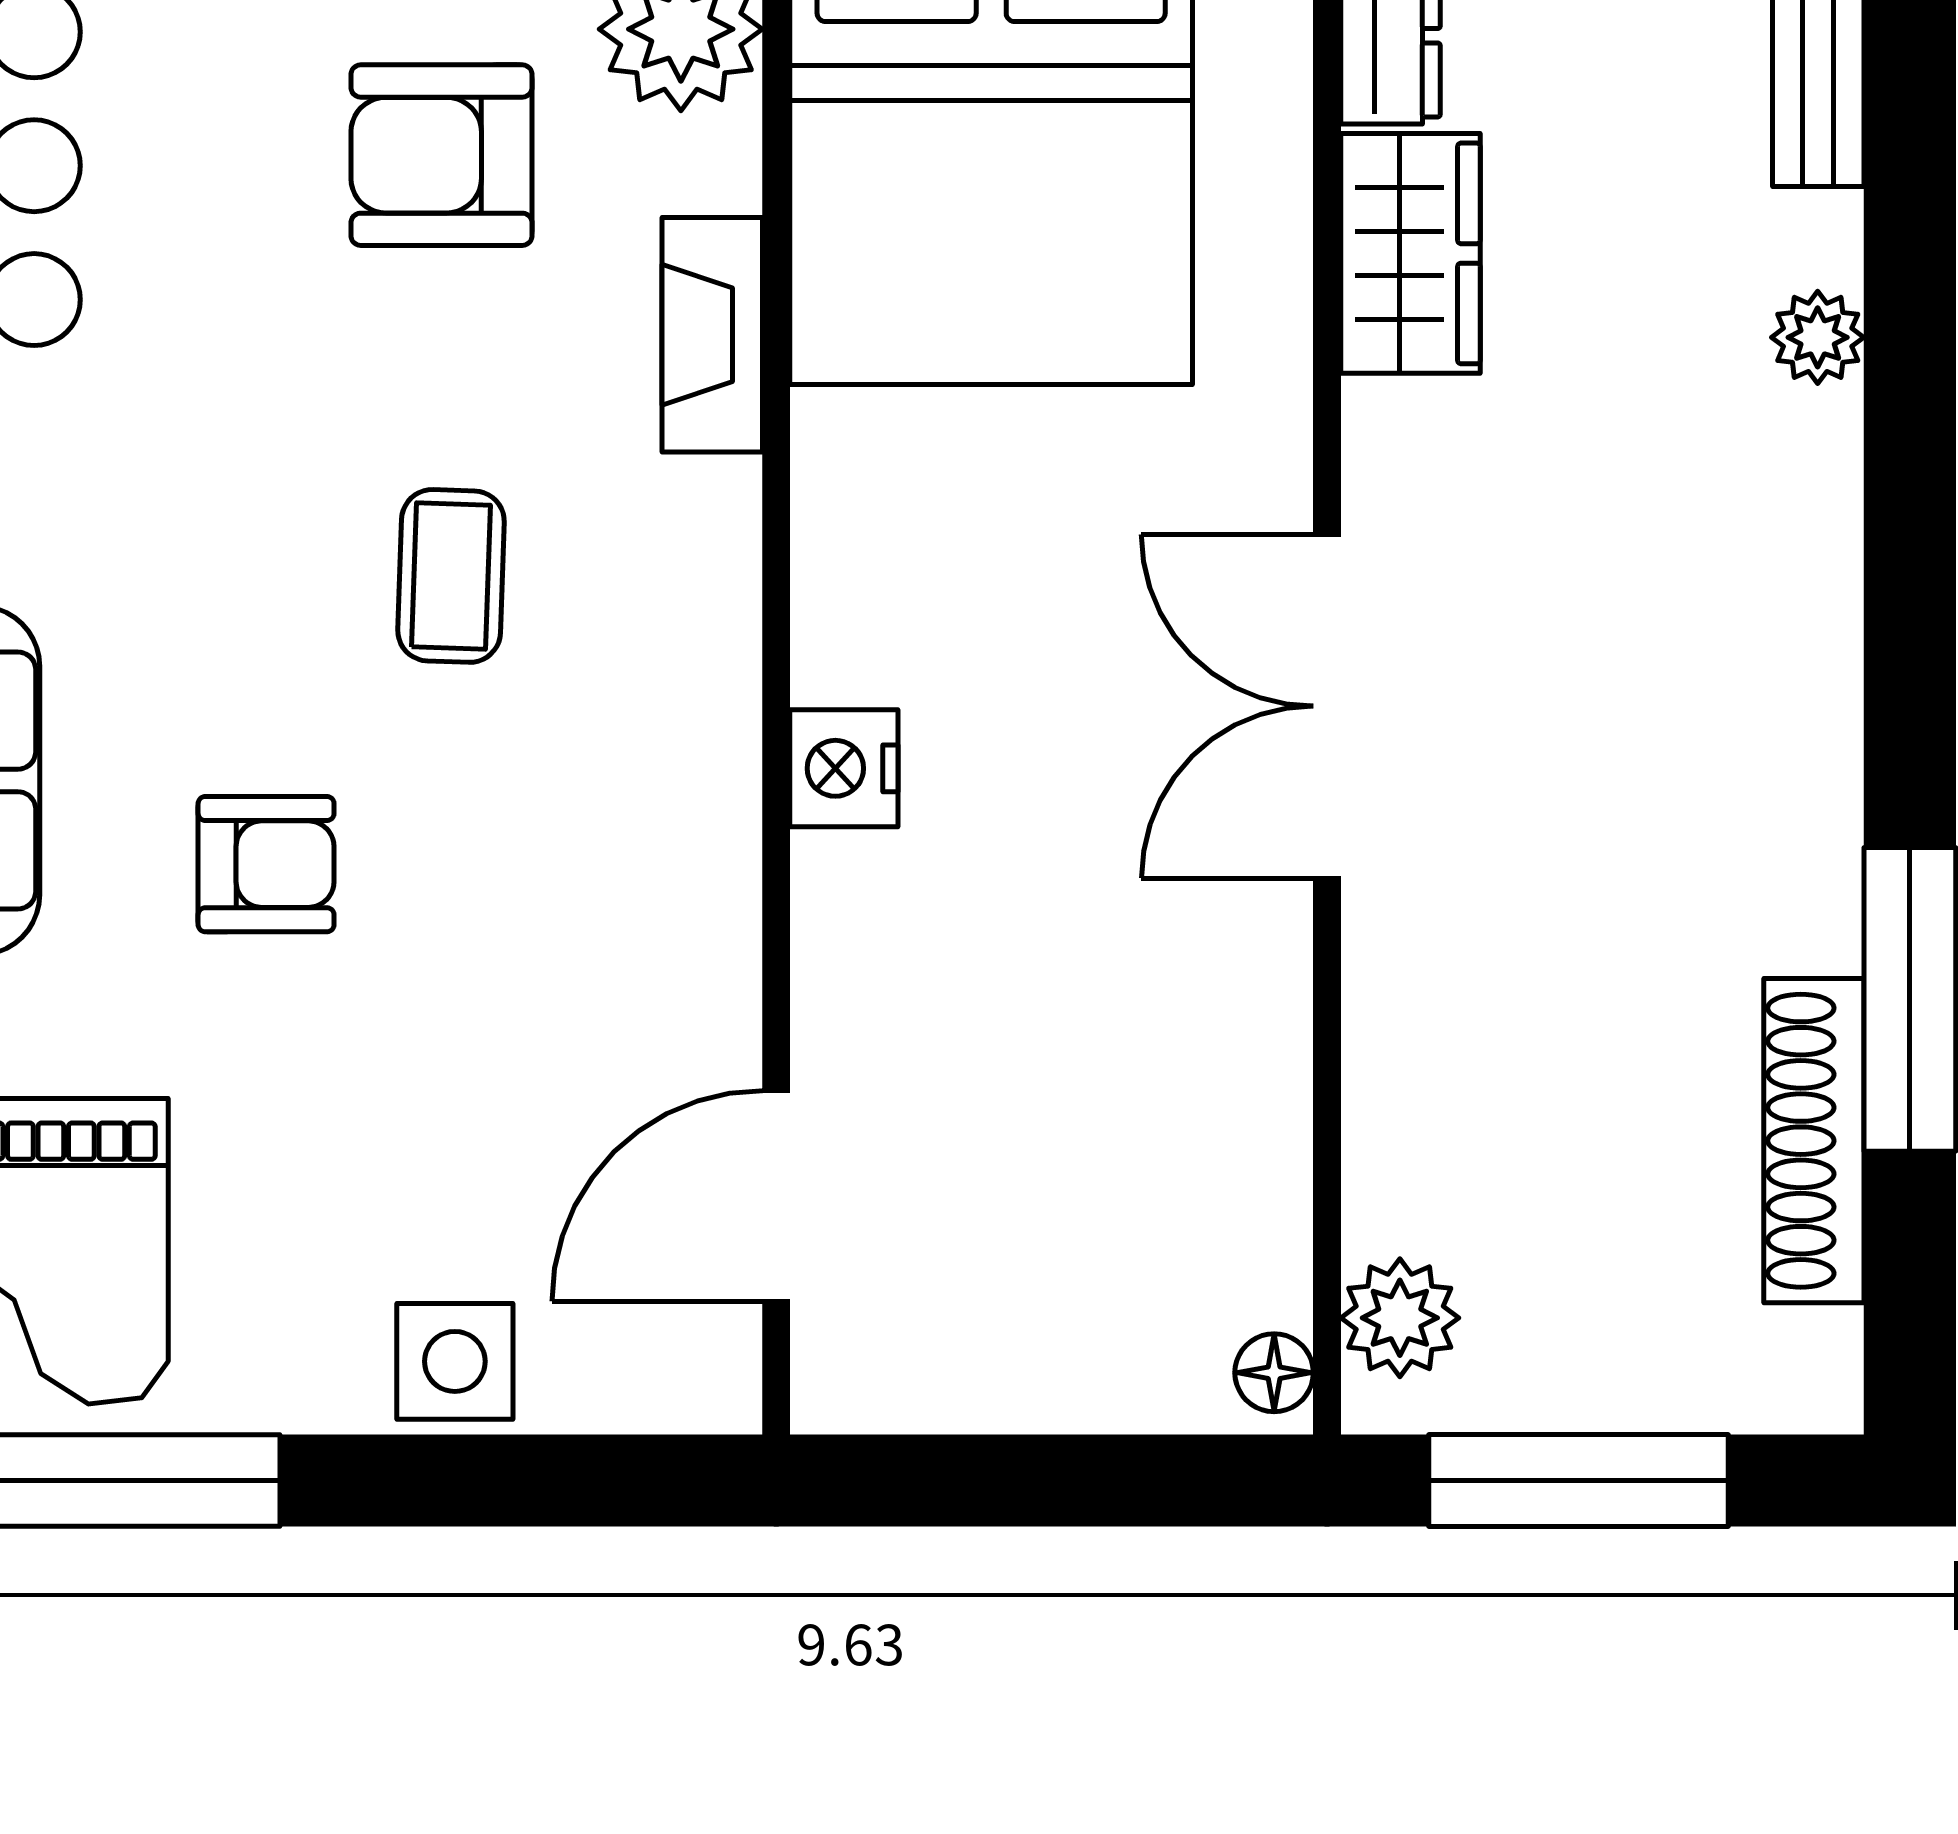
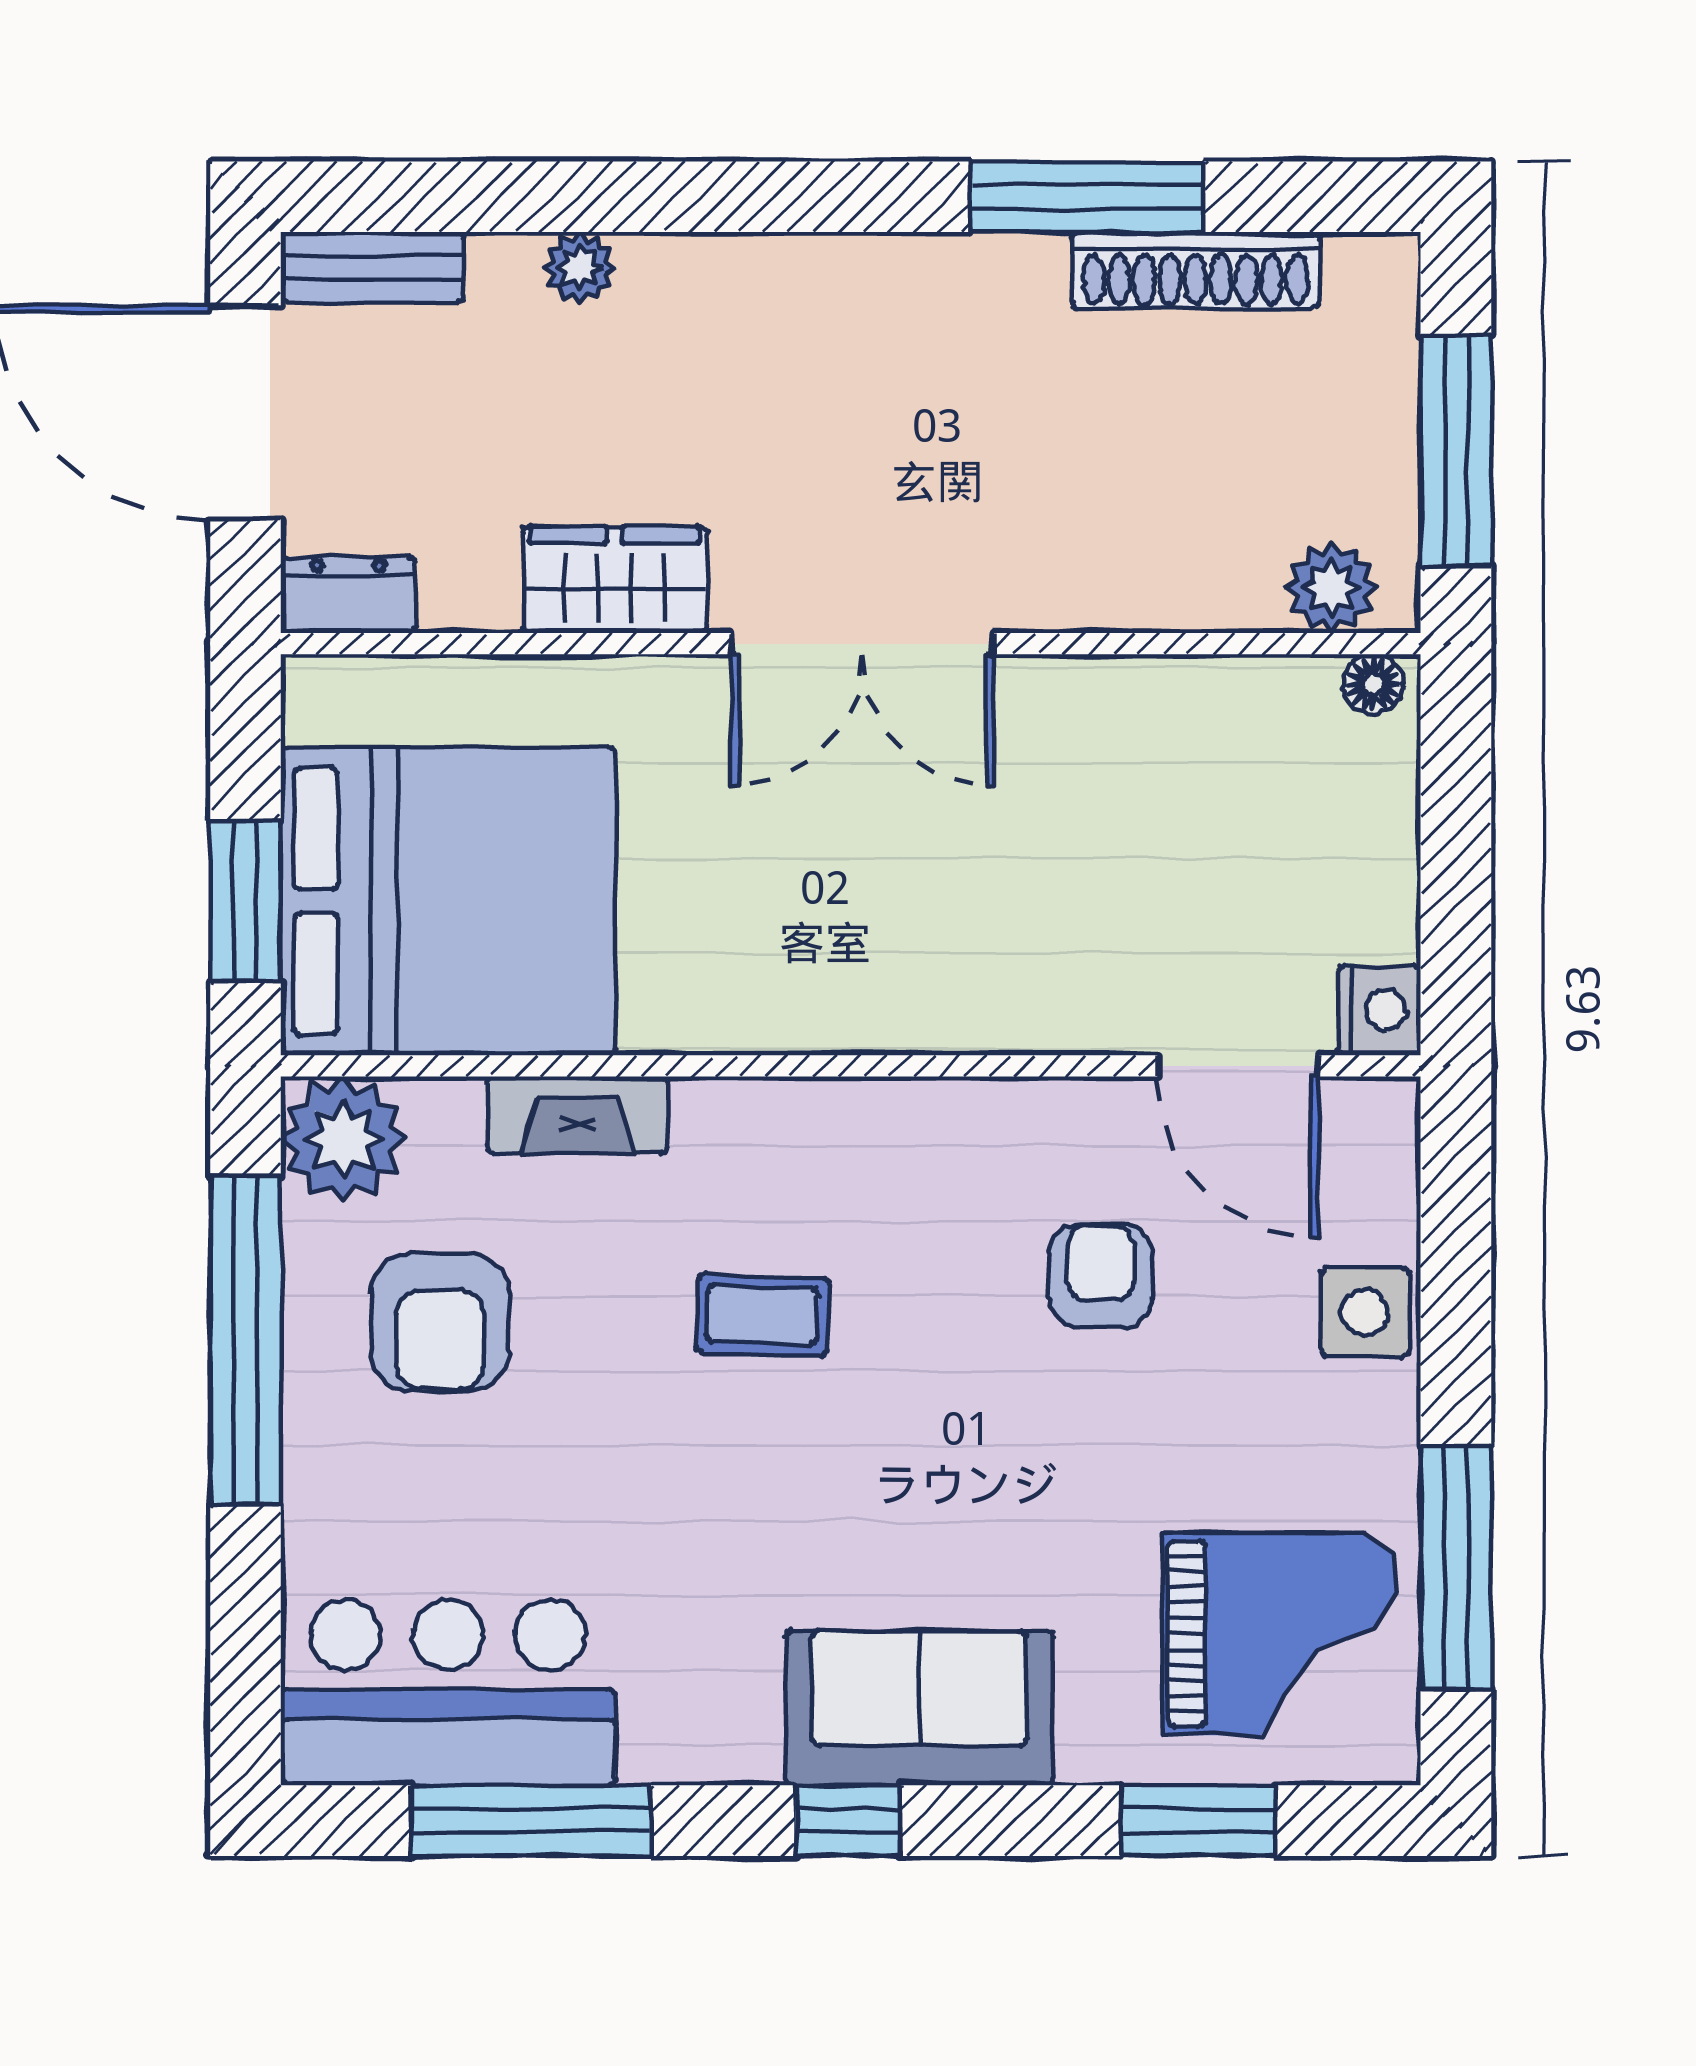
wardrobe: (1410, 253) -> (614, 580), moved
nightstand: (844, 768) -> (1379, 1010), moved, turned -90
armchair: (266, 864) -> (1101, 1276), moved

